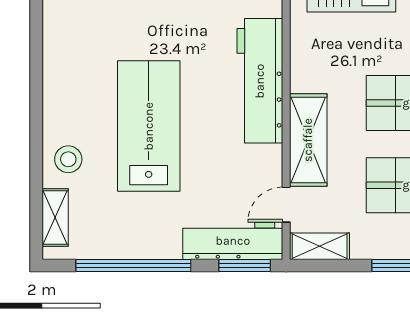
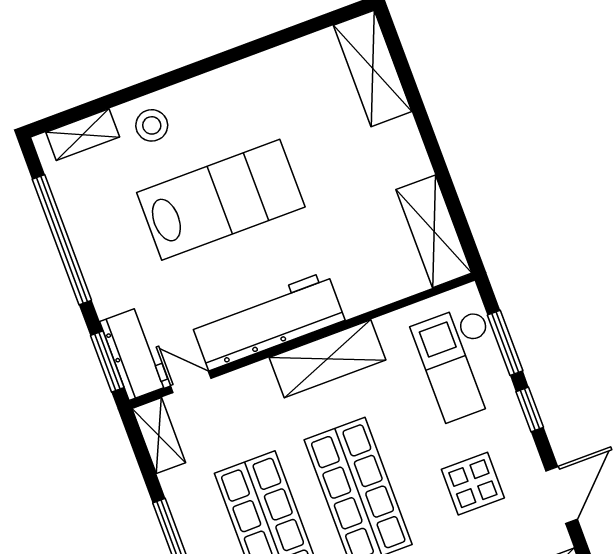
workbench: (260, 81) -> (268, 321), moved
shelving: (308, 140) -> (327, 359), moved
workbench: (233, 241) -> (135, 353), width x0.73

